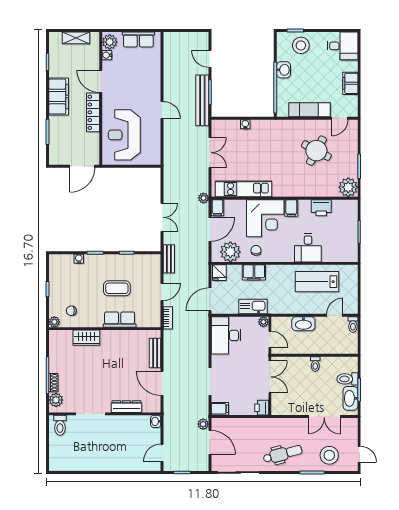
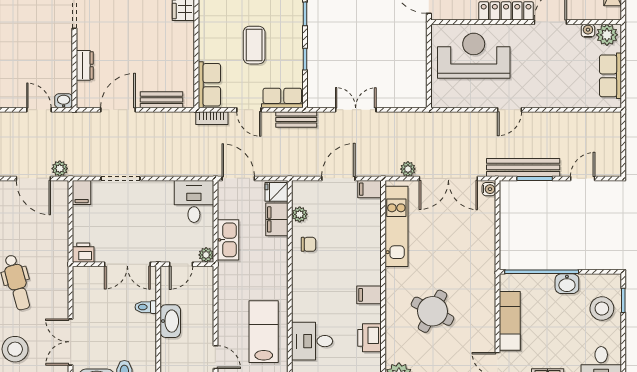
water cooler: (245, 124) -> (489, 189), moved
round table: (316, 151) -> (433, 311), moved
double door: (210, 153) -> (448, 178), width x1.37
plant: (203, 198) -> (408, 169), moved
double door: (162, 217) -> (356, 110), swing flipped
corner desk: (265, 218) -> (355, 258), removed
door: (210, 229) -> (338, 178), swing flipped
desk: (308, 248) -> (312, 341), moved
plant: (230, 252) -> (300, 214), width x0.53, depth x0.53
row of seats: (154, 269) -> (282, 98), added
filing cabinet: (254, 272) -> (277, 219), moved
row of seats: (120, 320) -> (209, 85), moved
washbasin: (303, 324) -> (170, 321), moved, turned 180
desk: (226, 335) -> (194, 201), width x0.73
toilet: (315, 364) -> (146, 307), moved
dresser: (127, 407) -> (85, 65), width x0.70
door: (210, 442) -> (33, 178), hinge flipped
door: (162, 453) -> (39, 110), moved

